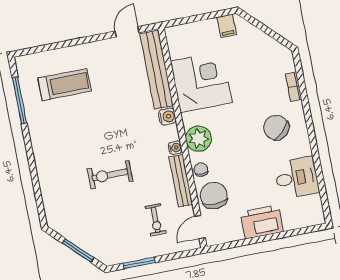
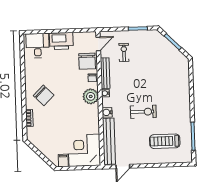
corner desk: (201, 82) -> (84, 150), moved, turned 90
exercise bike: (110, 175) -> (143, 112), moved
desk: (297, 178) -> (38, 46), moved, turned 90

